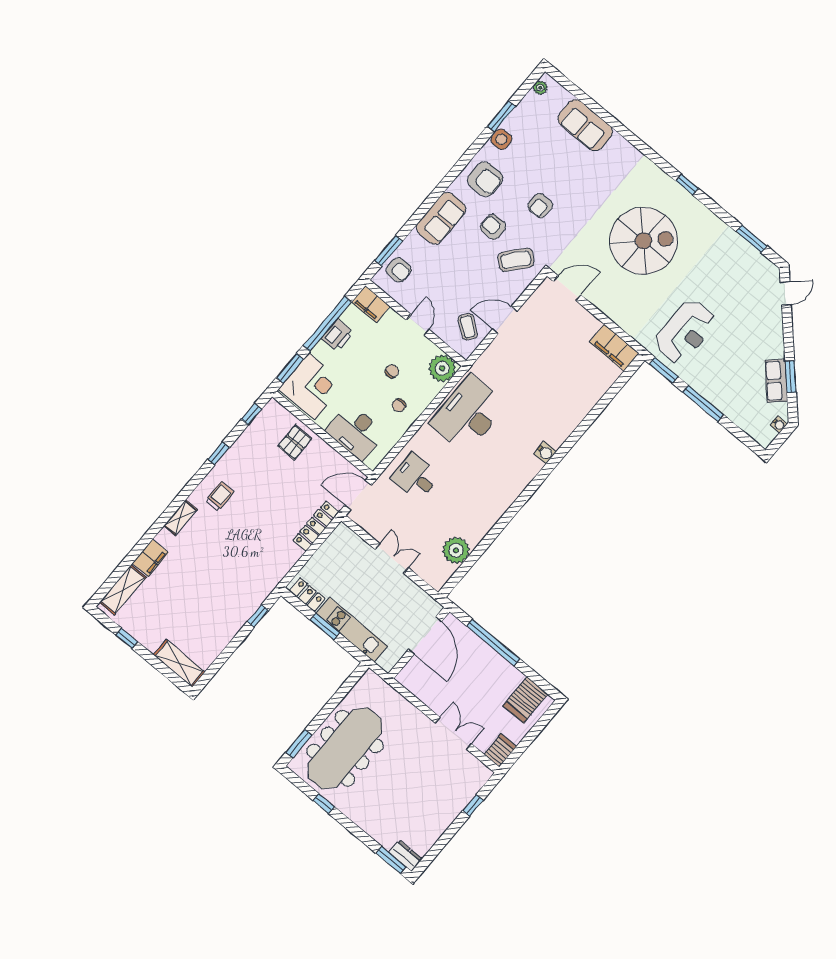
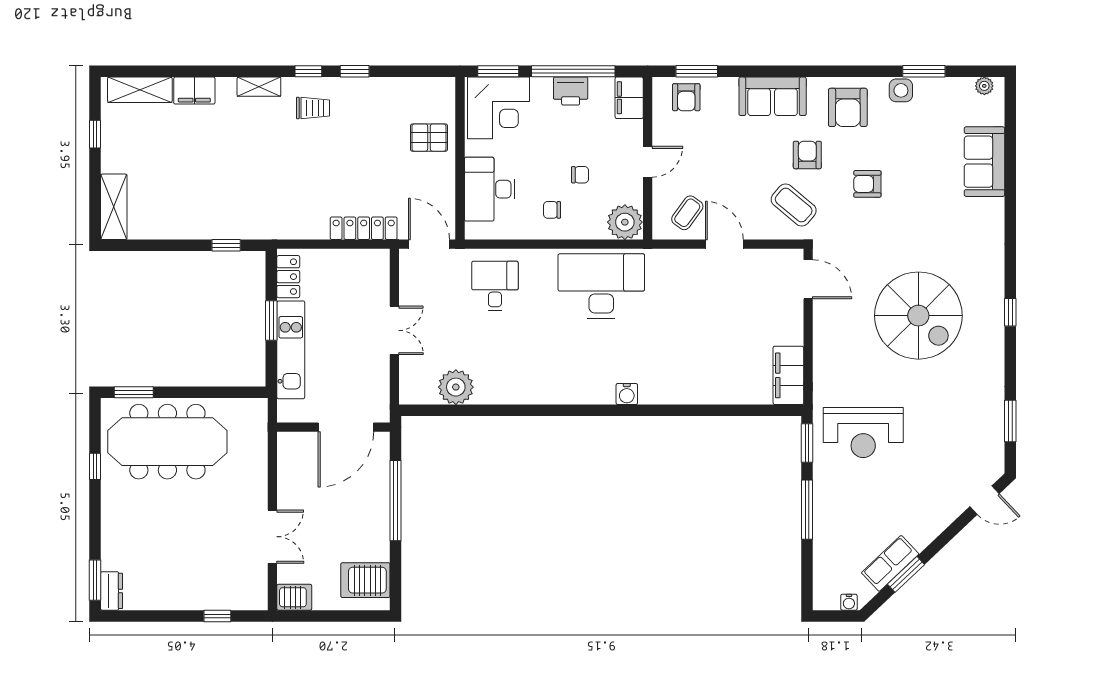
window: (251, 414) -> (308, 71), moved

